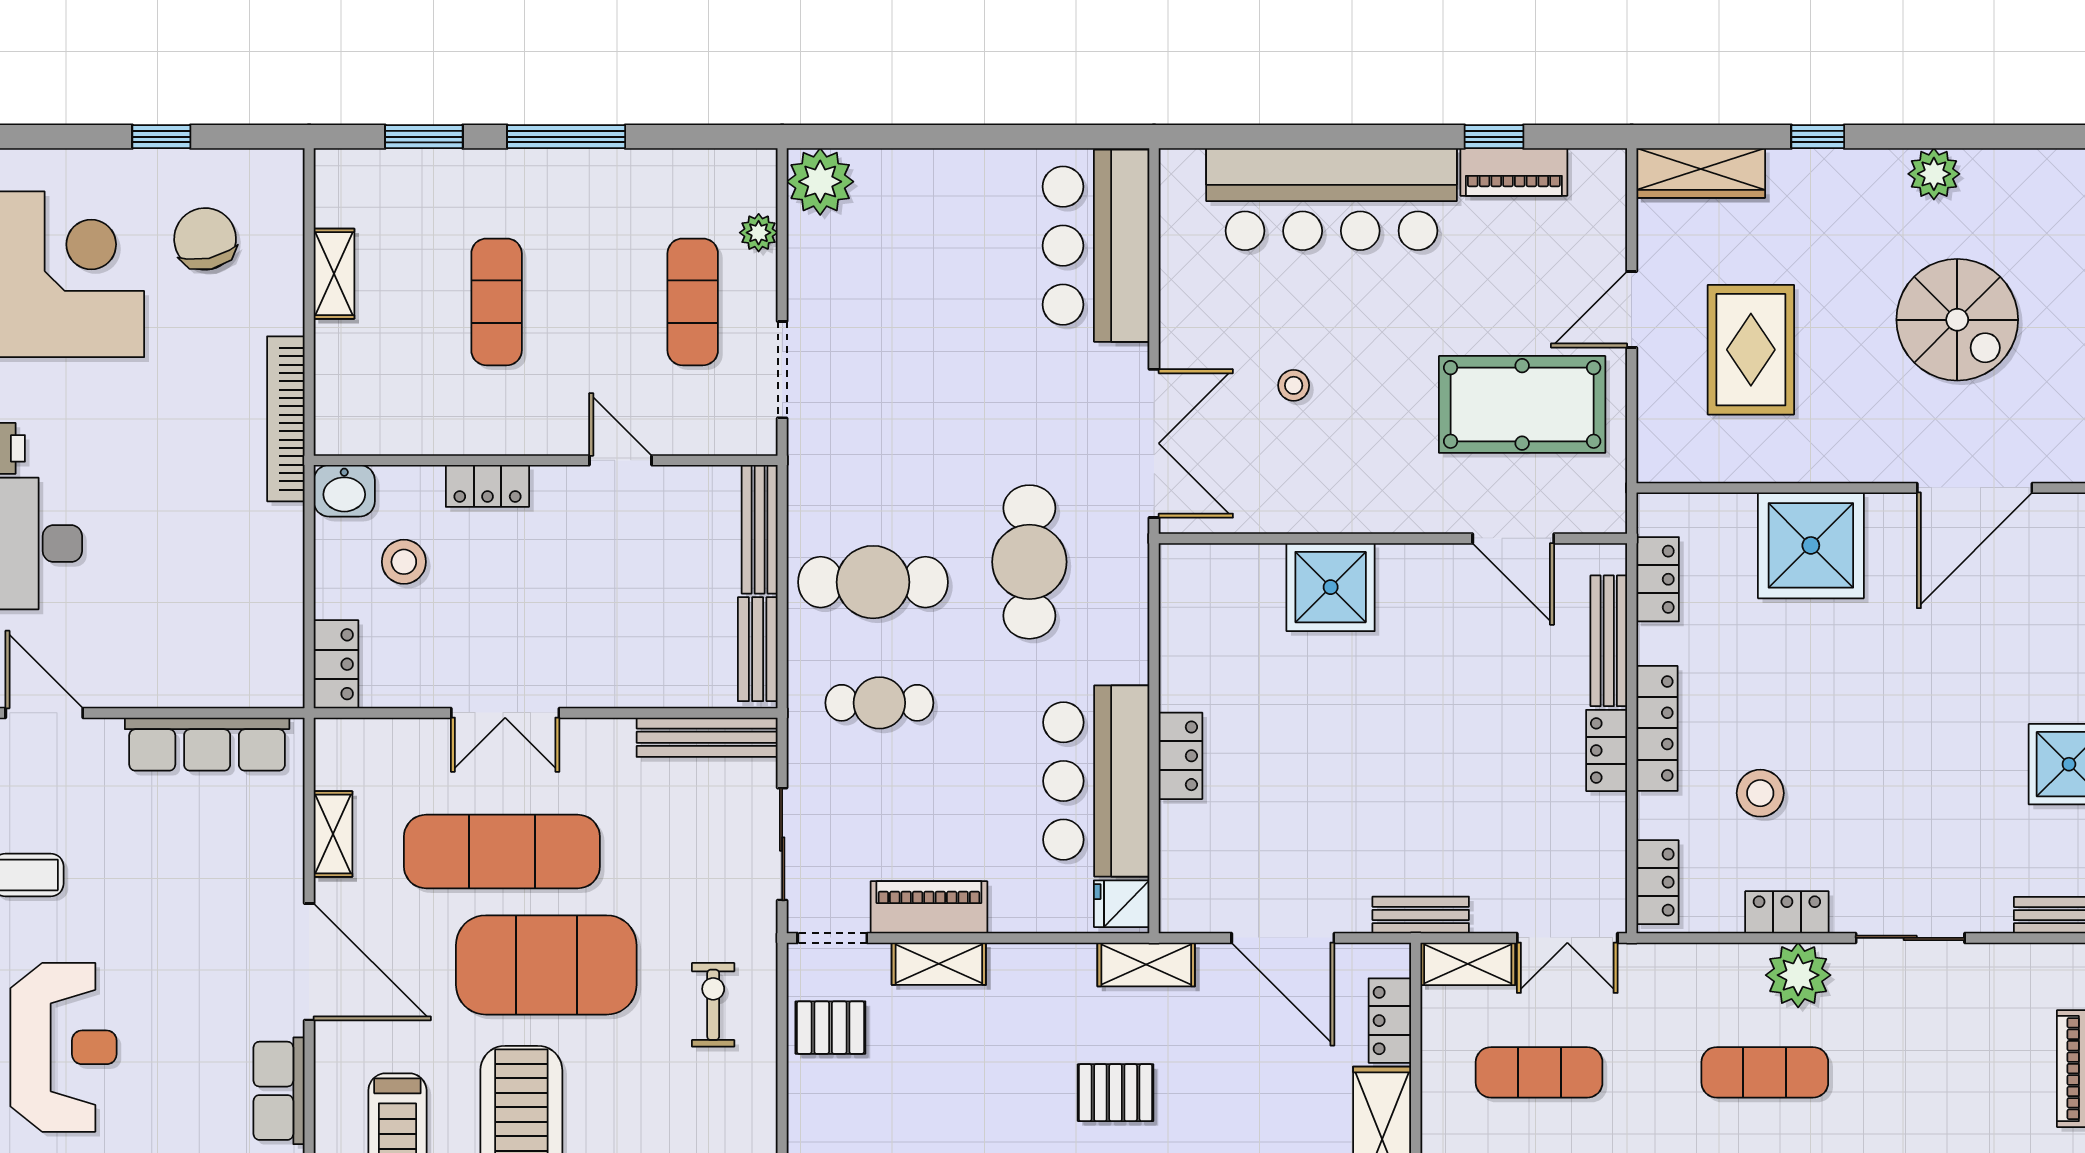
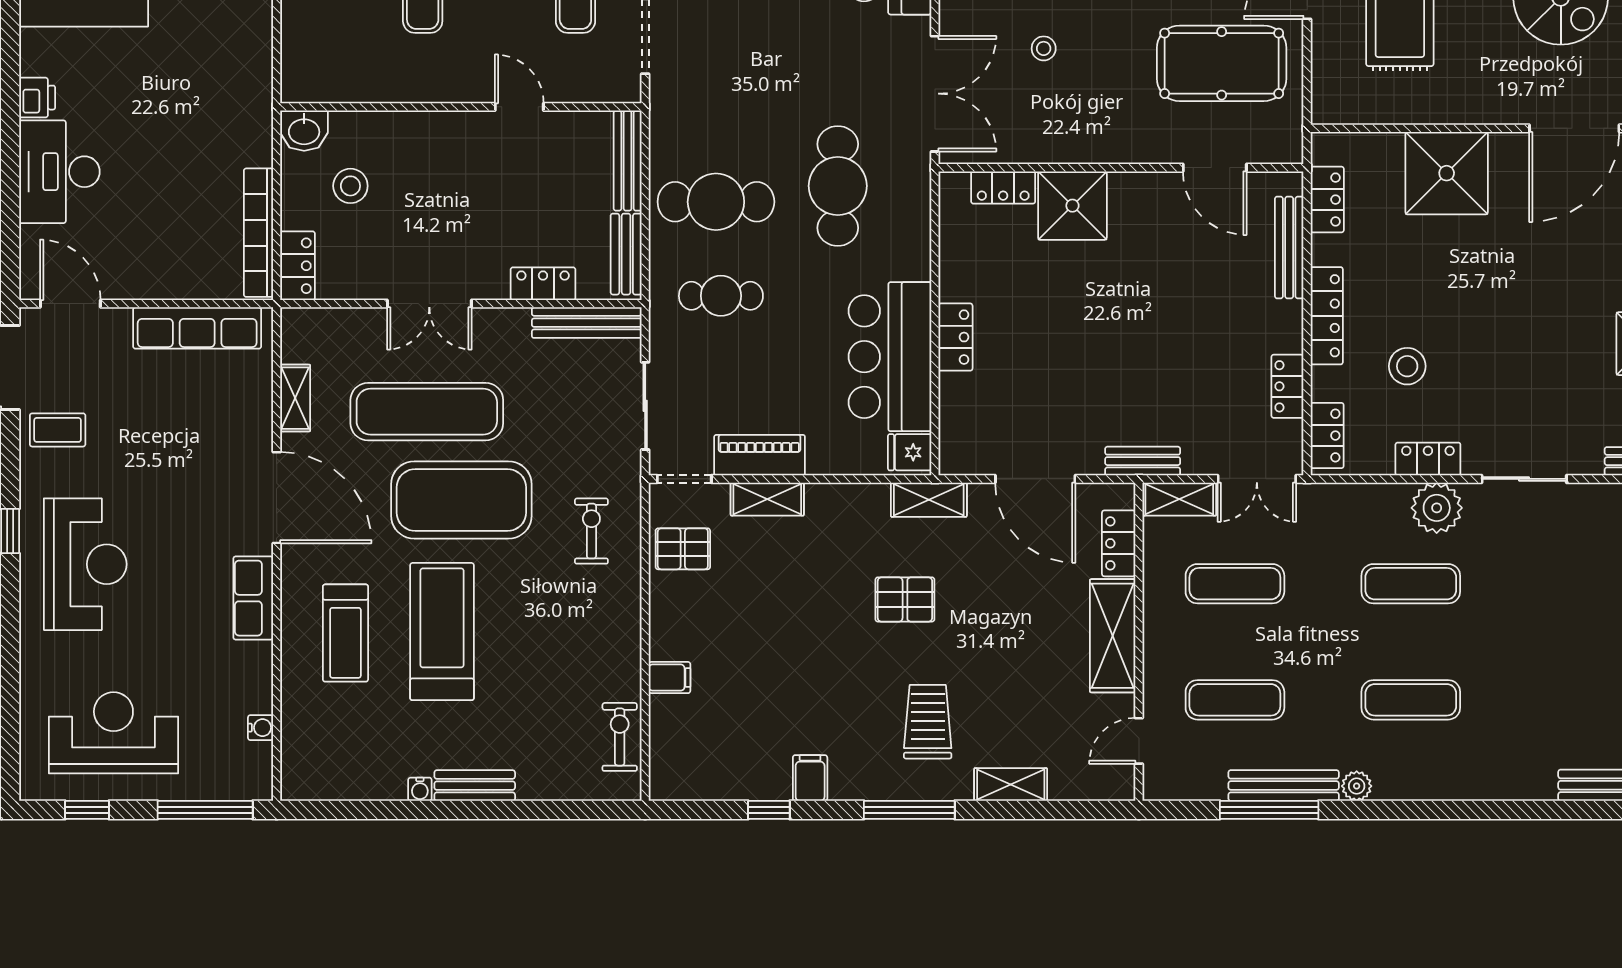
bookcase: (286, 419) -> (258, 233), moved
locker: (487, 486) -> (543, 284), moved, turned 180
locker: (1242, 564) -> (1003, 187), added
locker: (1607, 750) -> (1287, 386), moved

